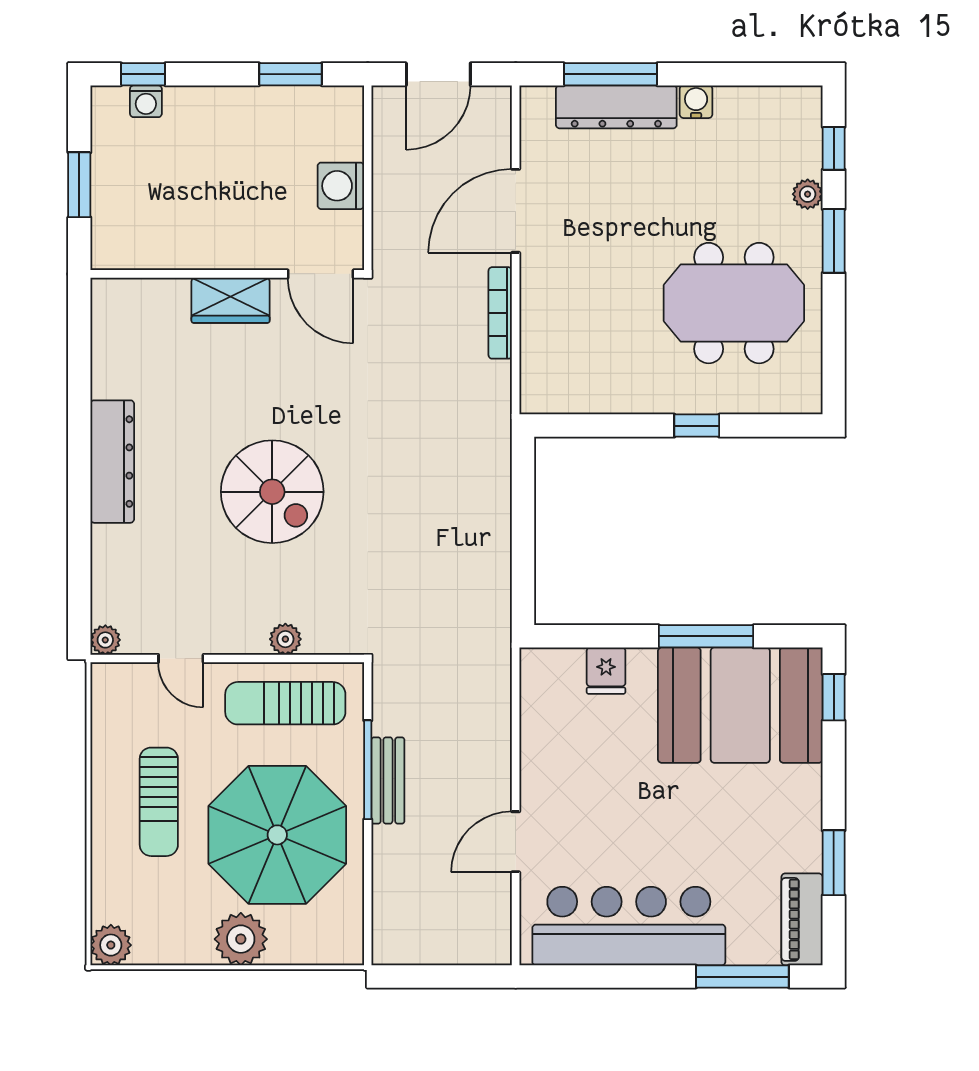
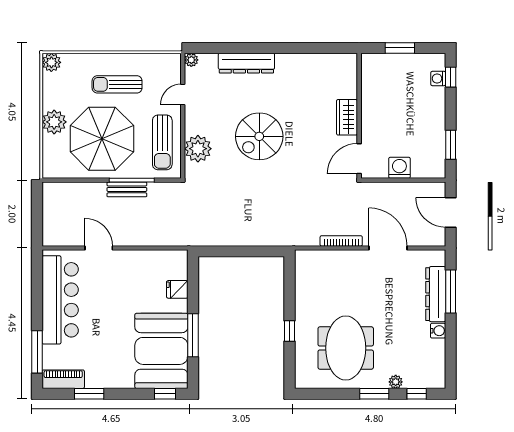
dresser: (112, 462) -> (246, 63), moved
plant: (285, 639) -> (198, 149), width x1.88, depth x1.88
sun lounger: (285, 703) -> (162, 142), turned 180

